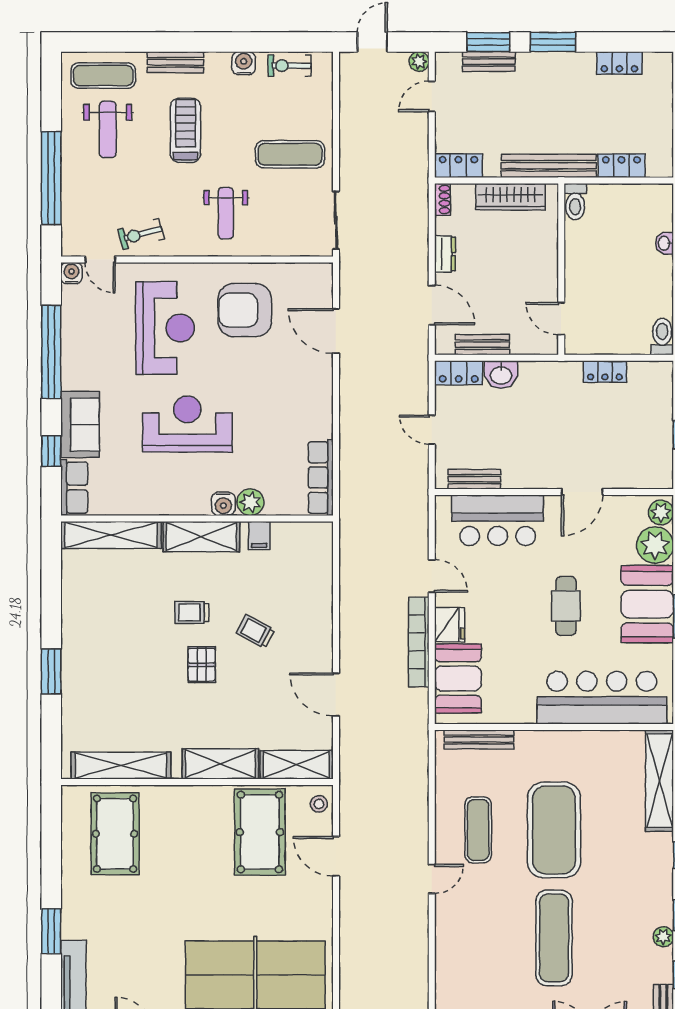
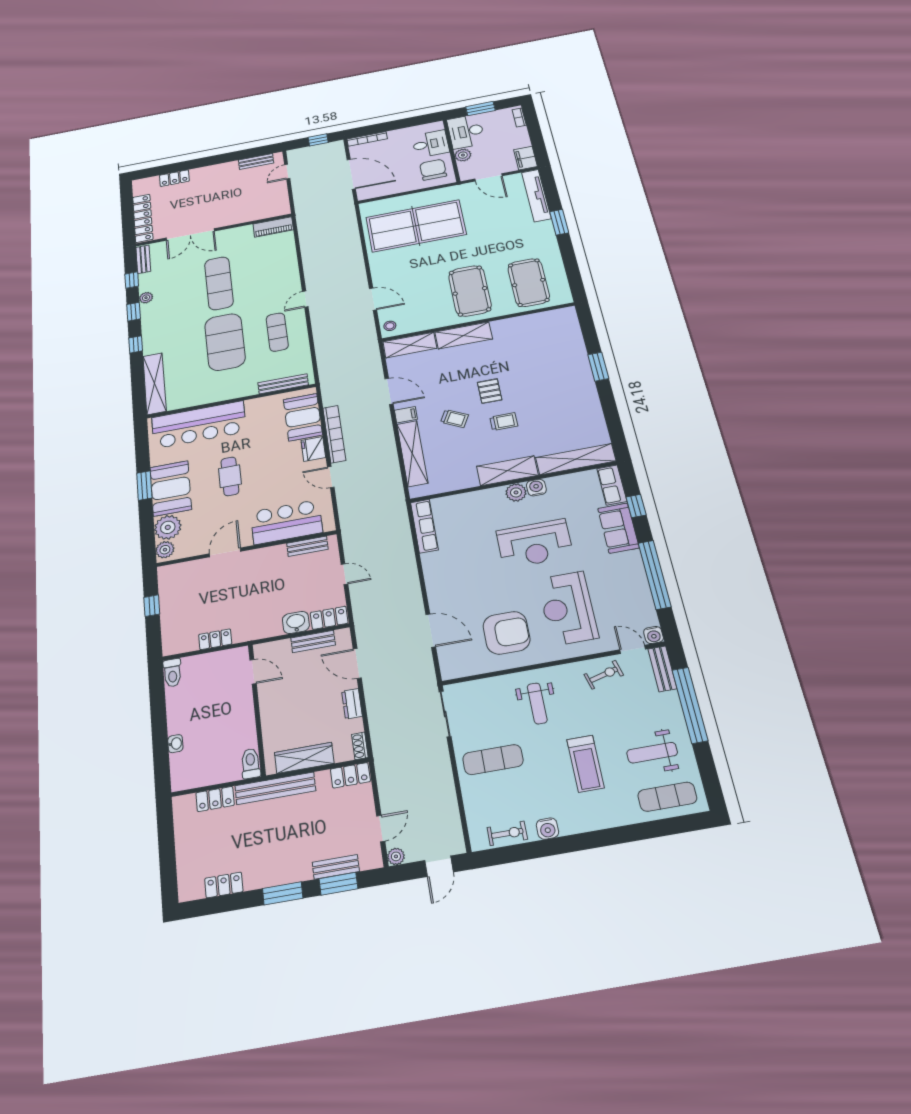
bench: (175, 62) -> (662, 669), moved, turned 90
weight bench: (108, 129) -> (652, 753), turned -90
weight bench: (226, 213) -> (537, 703), turned 180
plant: (250, 502) -> (516, 492), moved
water cooler: (223, 504) -> (536, 488), moved
filing cabinet: (259, 536) -> (406, 415), moved, turned 90
shelving: (121, 766) -> (412, 453), moved, turned 90
pool table: (260, 832) -> (470, 291), moved

